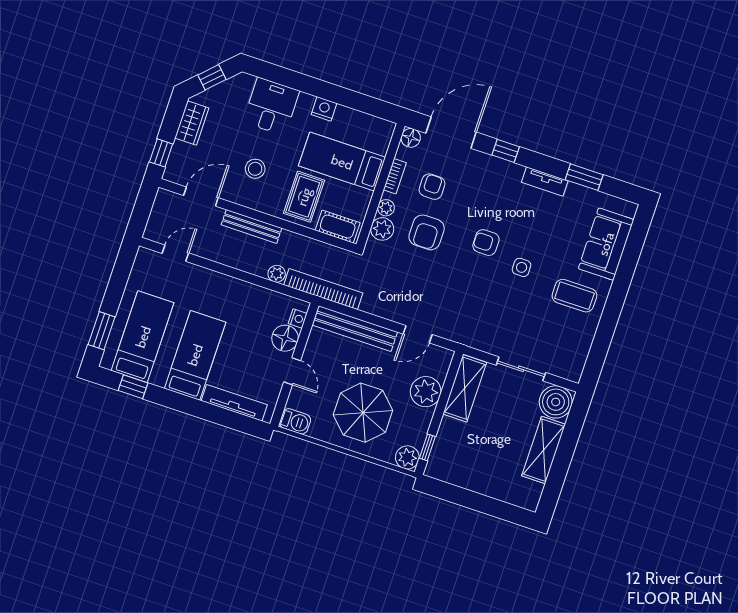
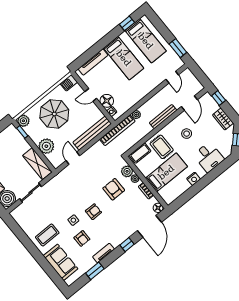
armchair: (432, 187) -> (82, 238), moved
window: (102, 331) -> (178, 48), moved

